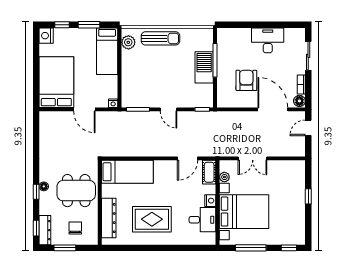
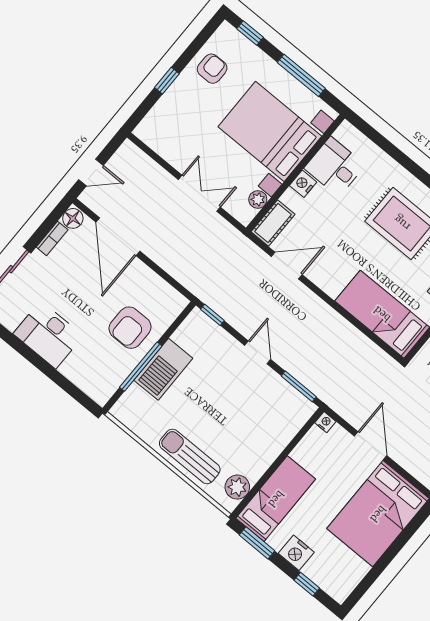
window: (89, 25) -> (257, 543), moved
nightstand: (46, 36) -> (296, 553), moved, turned 90
armchair: (246, 80) -> (130, 328), moved
armchair: (293, 218) -> (212, 69), added

